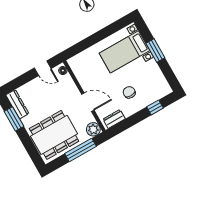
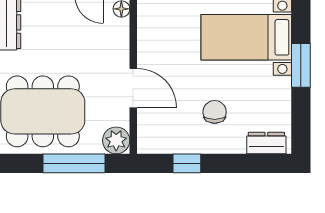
window: (155, 107) -> (187, 163), moved
dresser: (114, 119) -> (266, 143), moved

